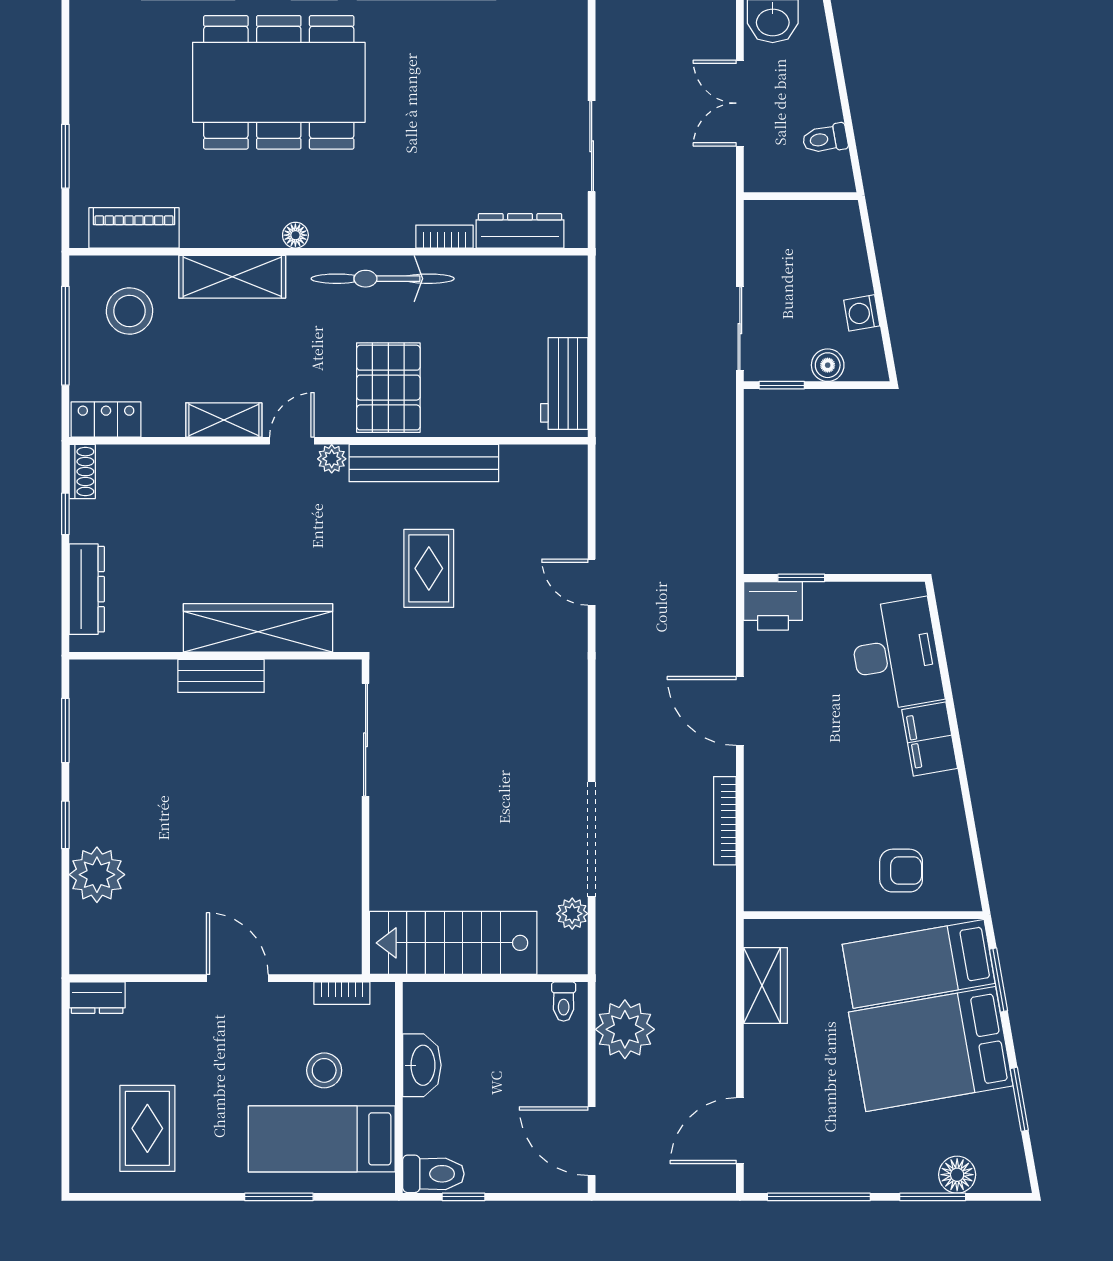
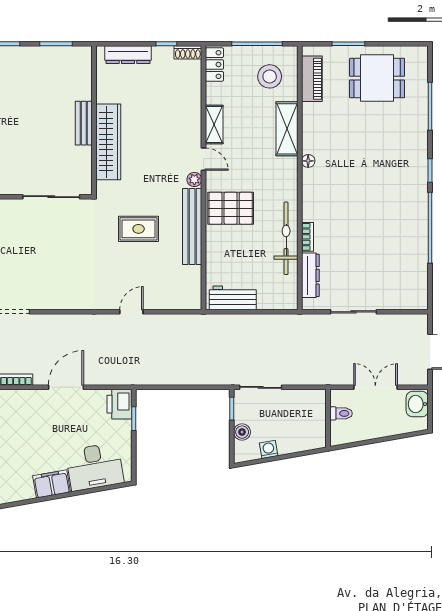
dining table: (279, 82) -> (377, 78), moved, width x0.53, depth x0.80
toilet: (825, 139) -> (341, 413), moved, turned 100
bicycle: (383, 279) -> (286, 238), moved

